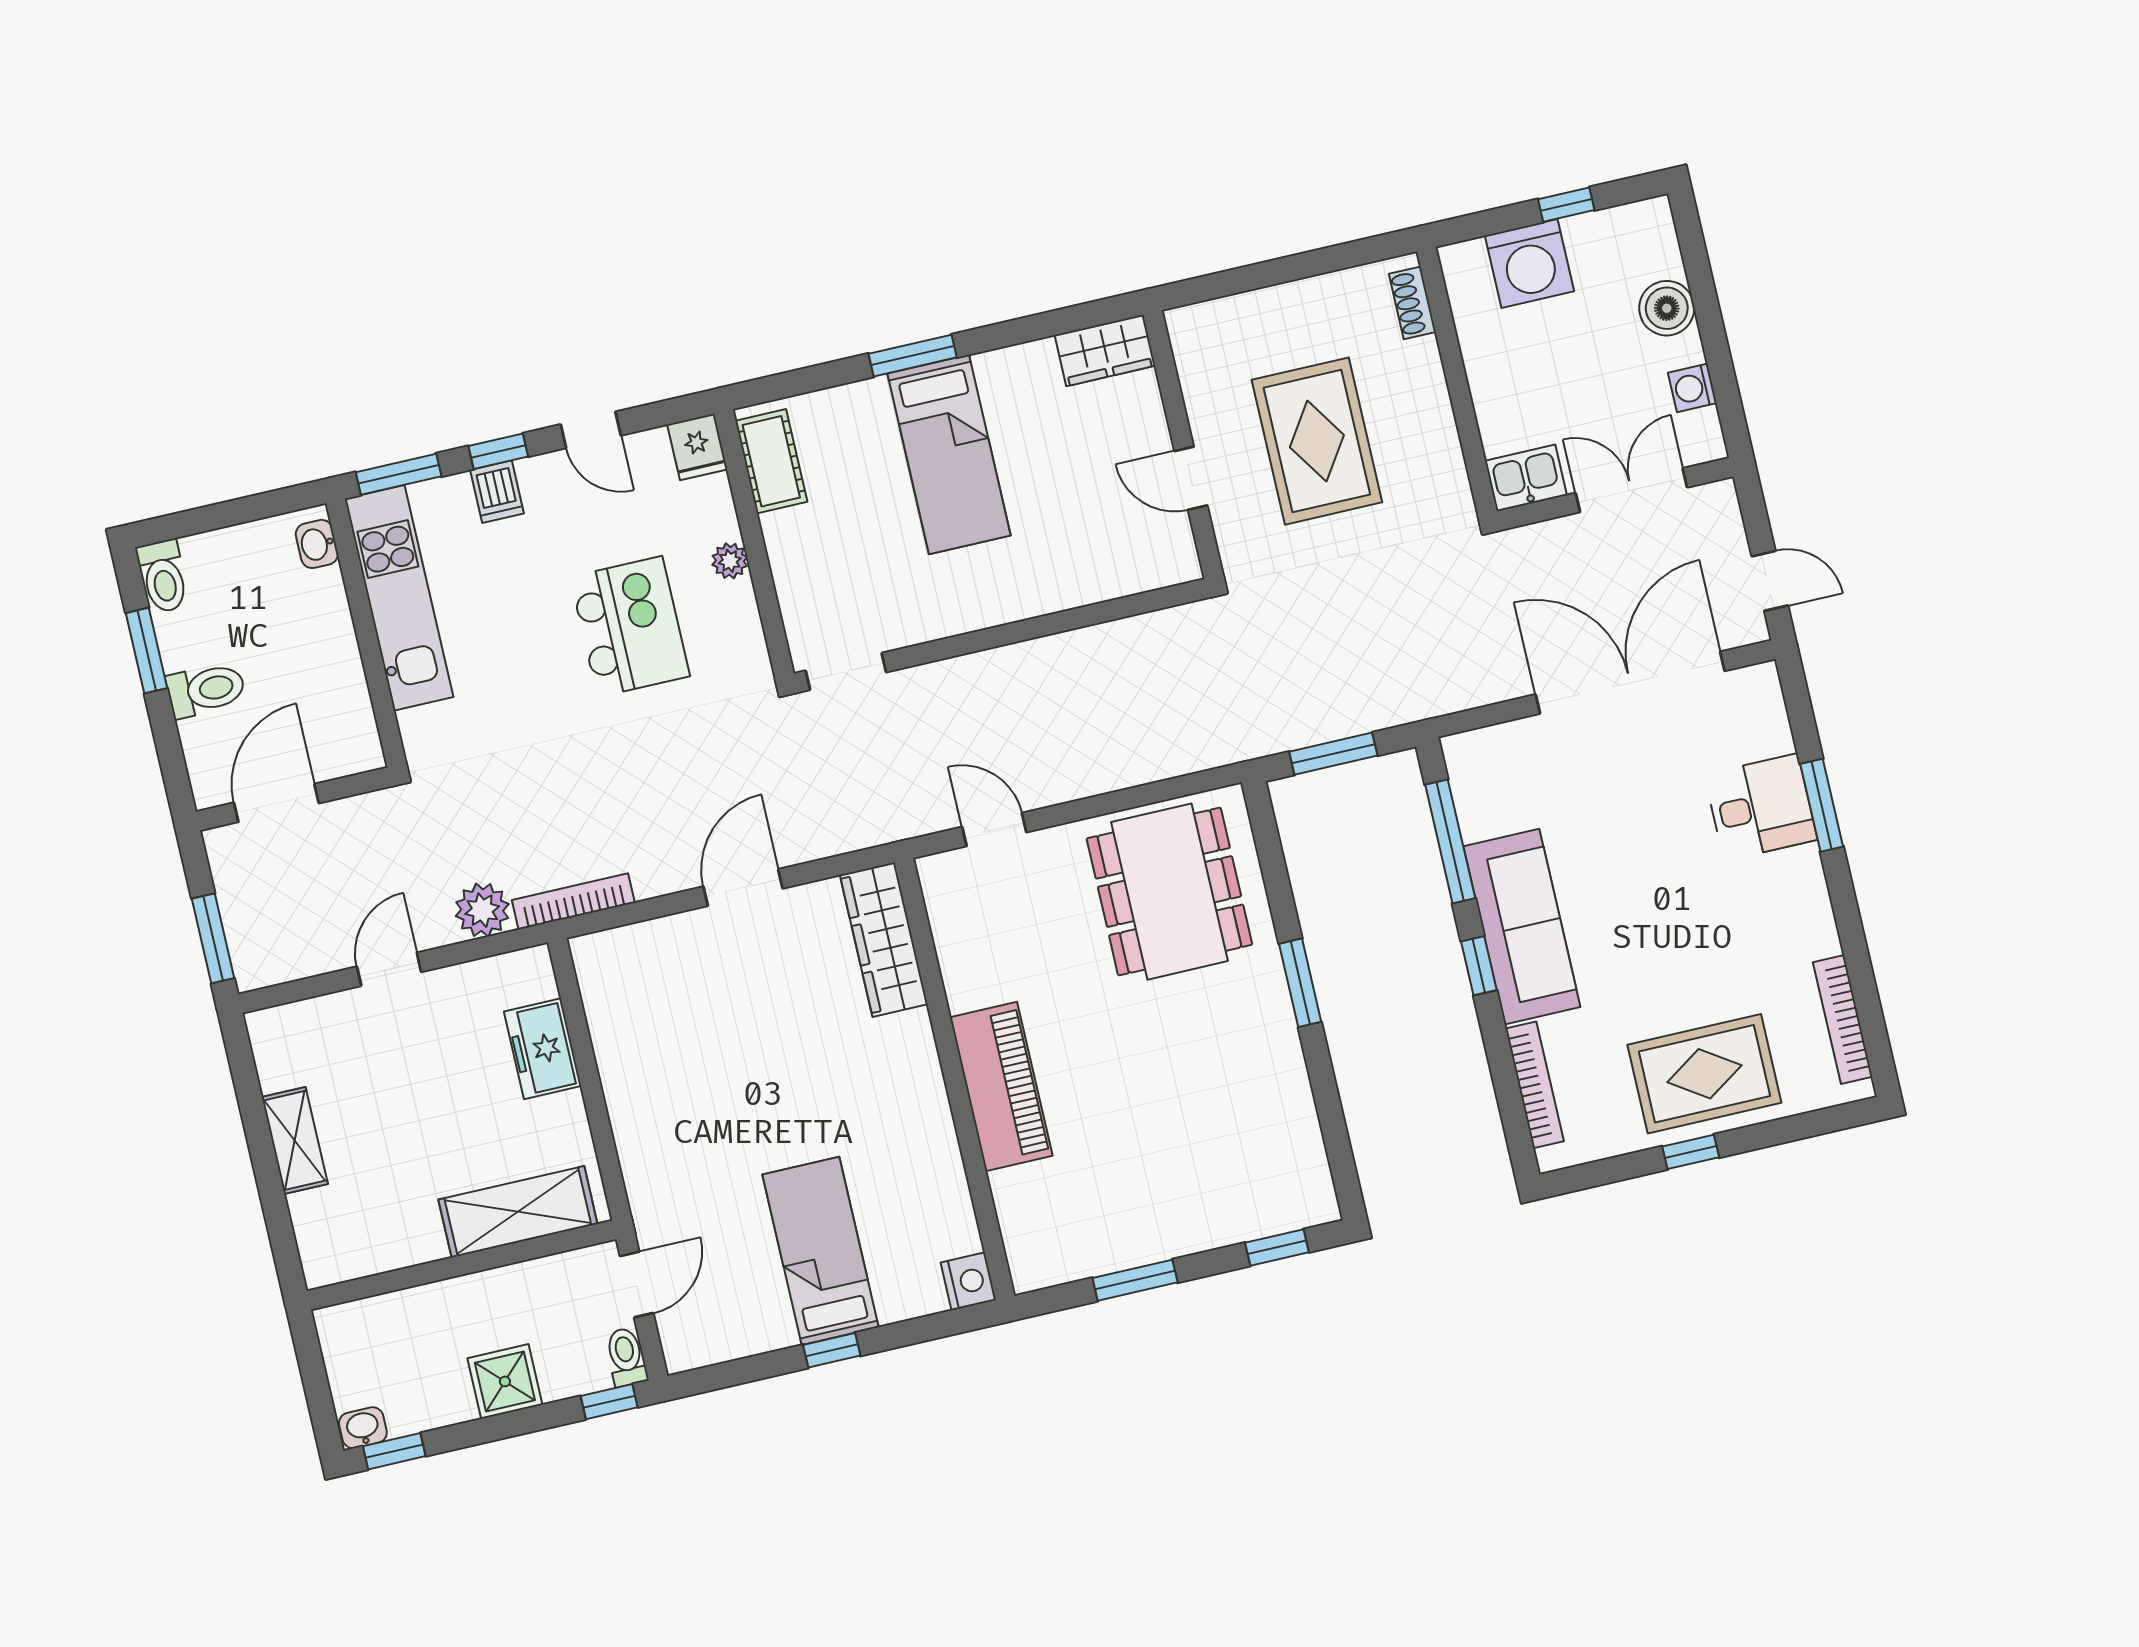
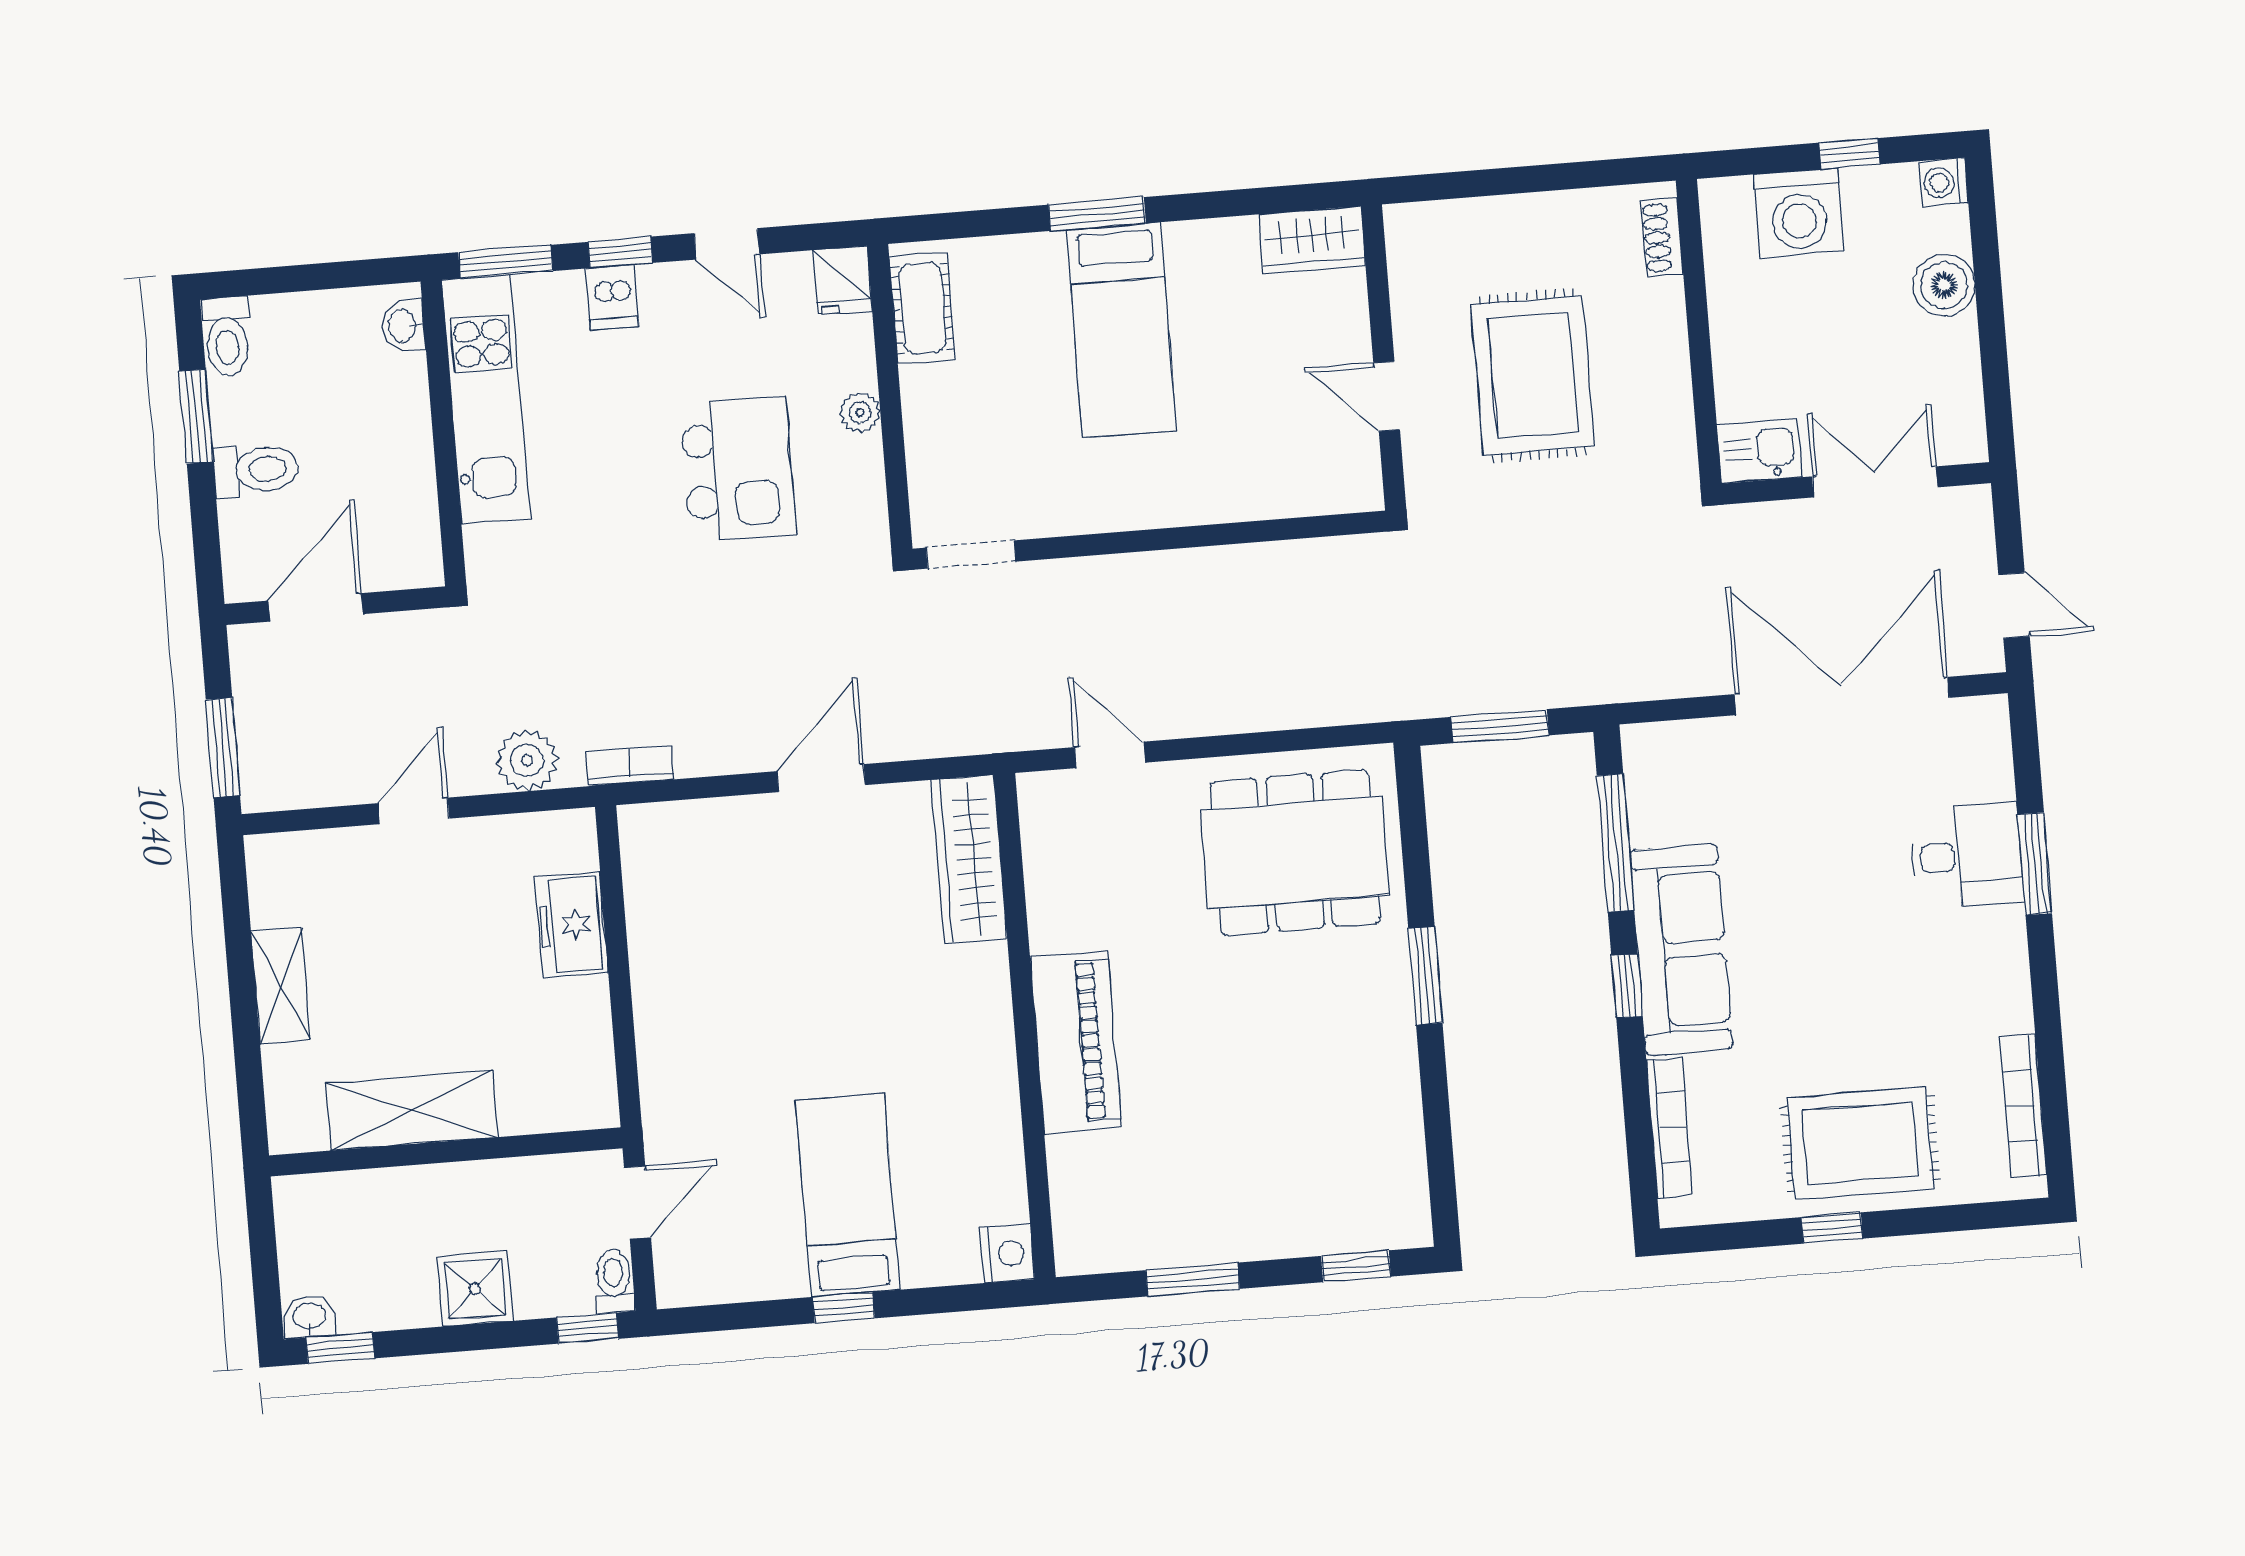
washing machine: (1692, 388) -> (1944, 182), moved
dining table: (1169, 892) -> (1295, 853), turned 90
bookcase: (573, 901) -> (630, 766), width x0.64
shelving: (518, 1212) -> (412, 1110), moved

